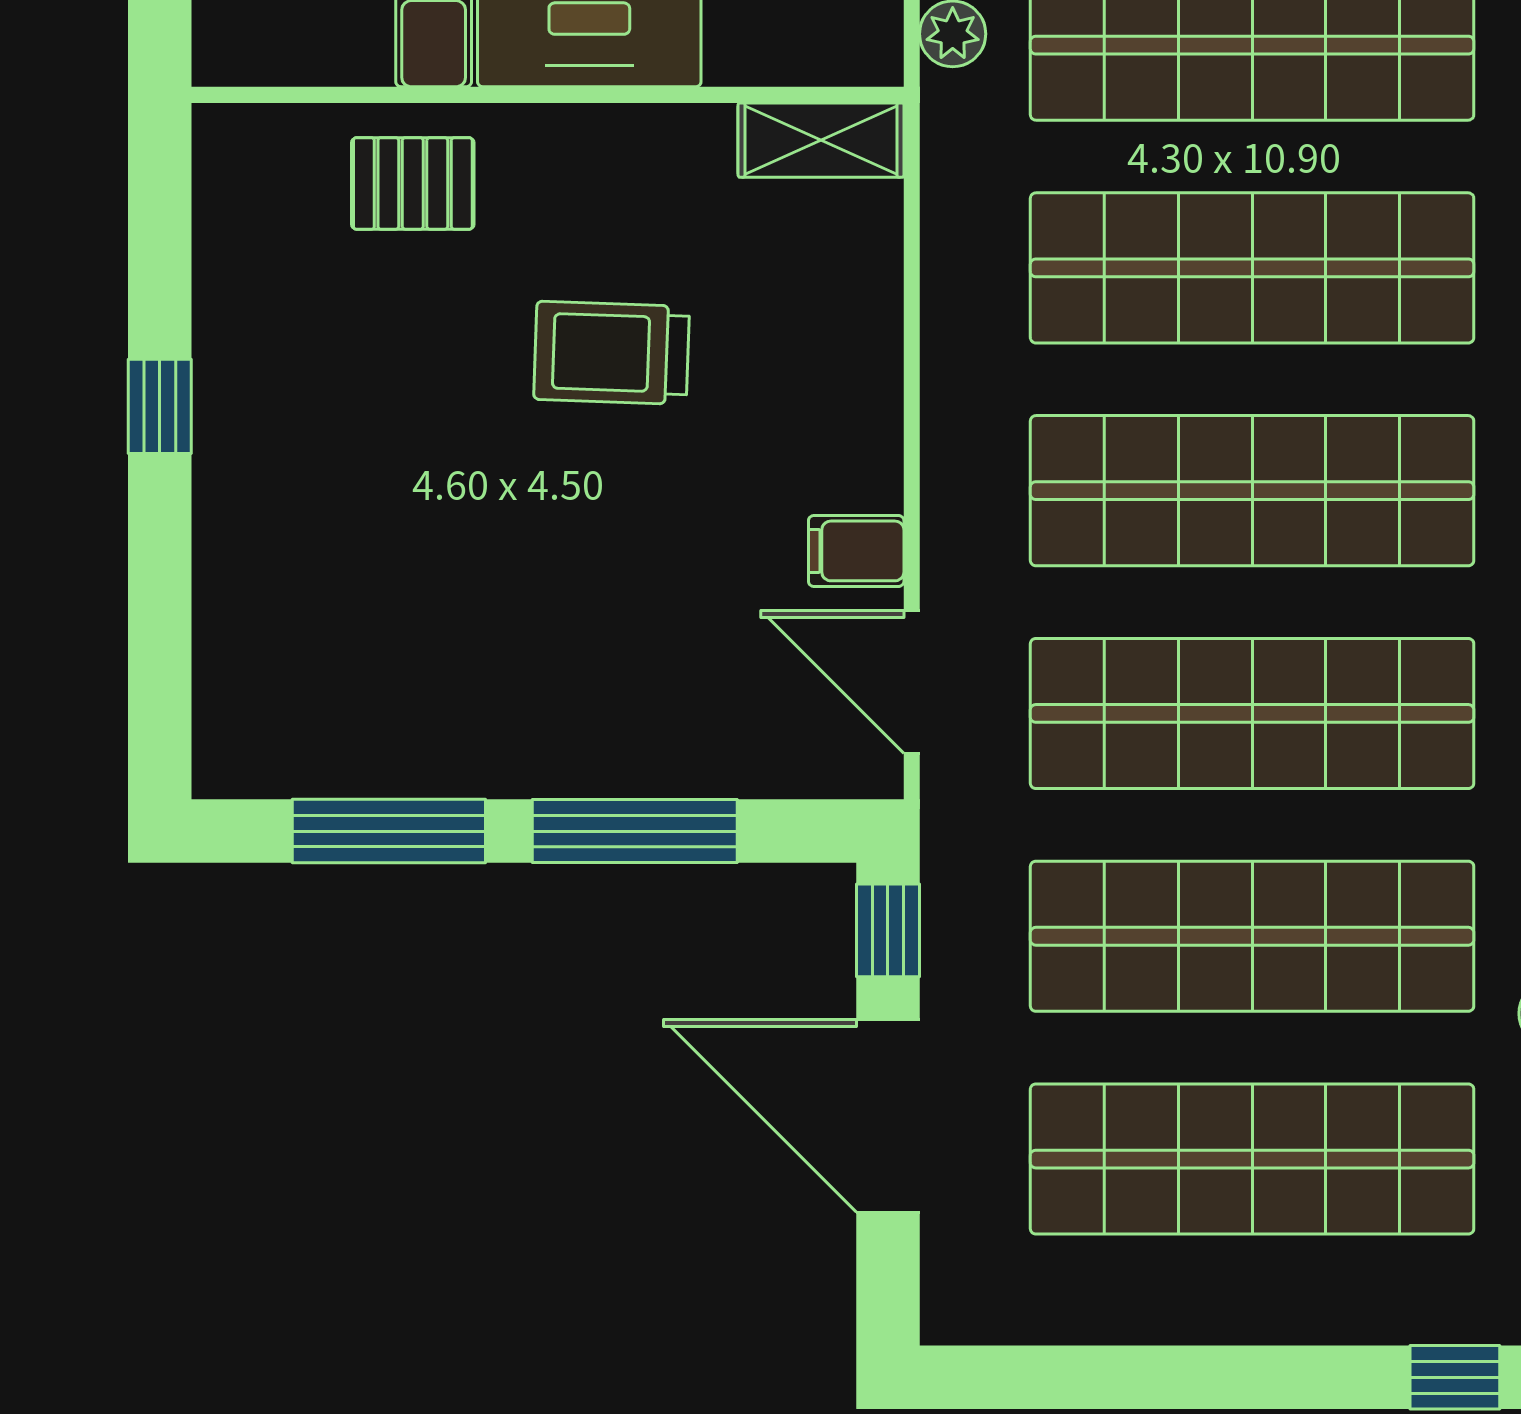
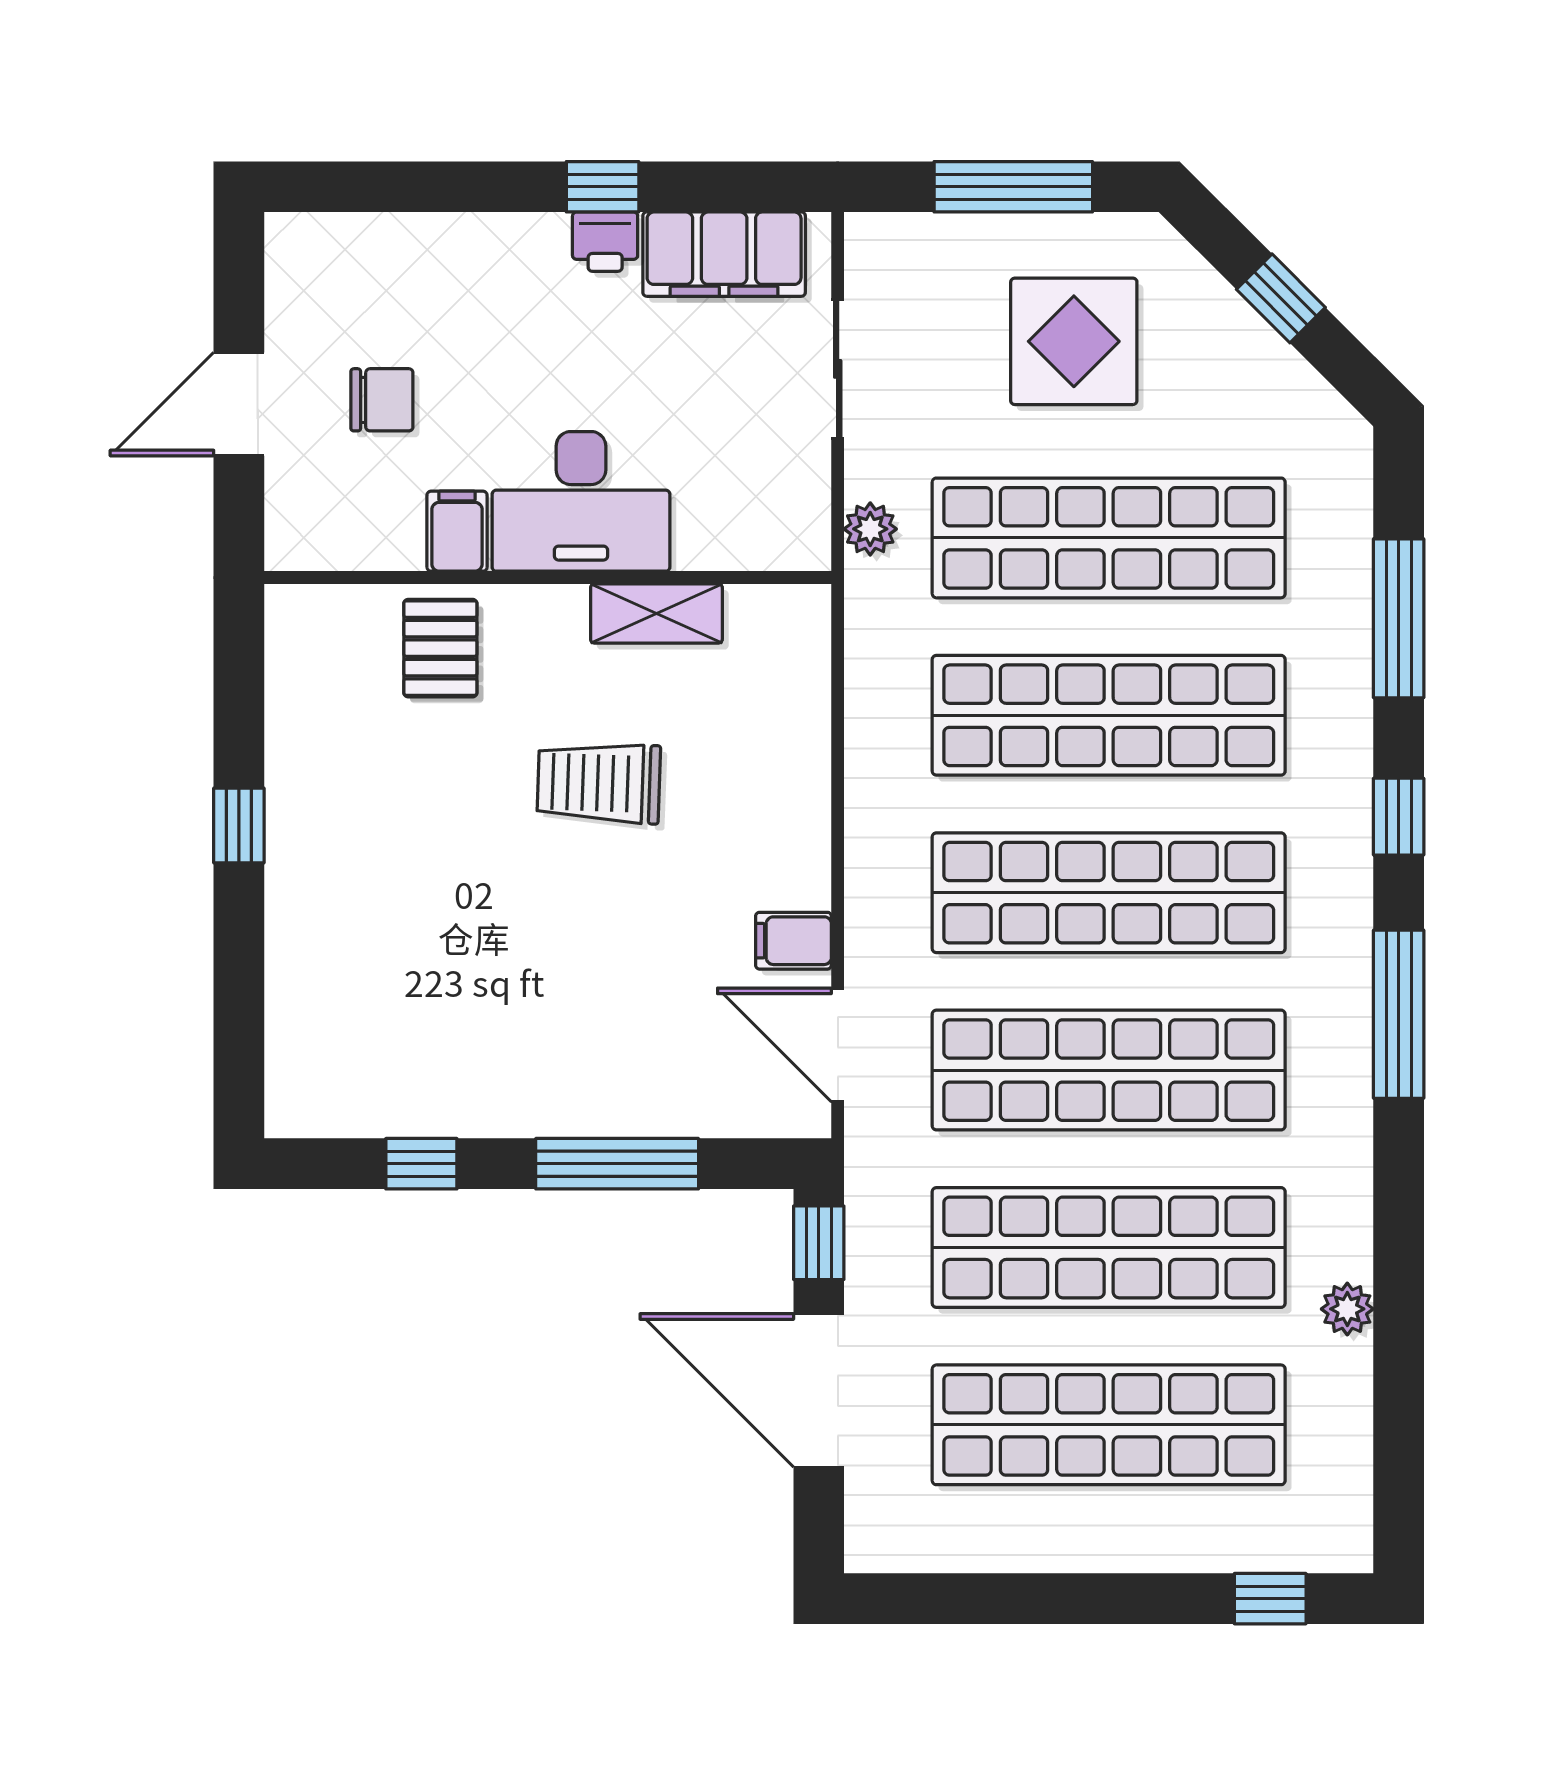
shelving: (821, 140) -> (656, 614), moved
pallet: (413, 183) -> (440, 648), turned 90
window: (389, 831) -> (421, 1164), width x0.46

